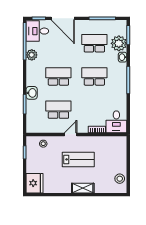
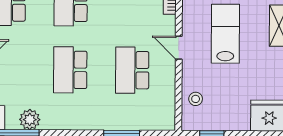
washbasin: (32, 93) -> (101, 120), removed

